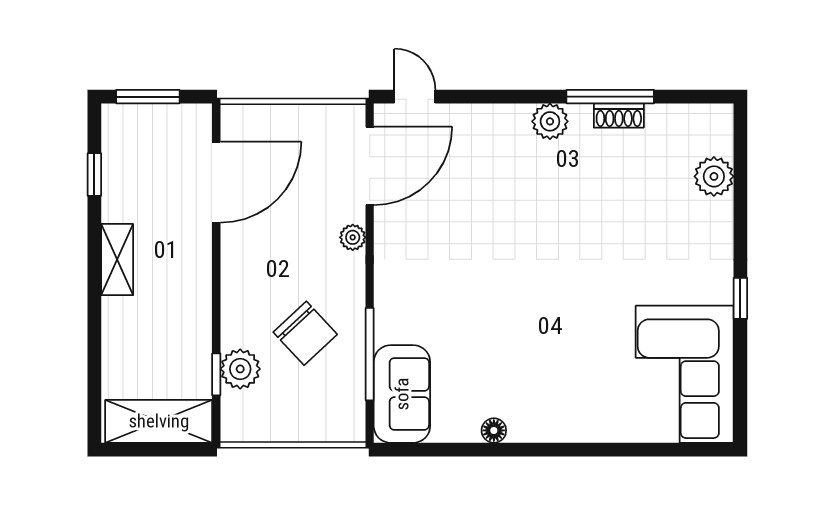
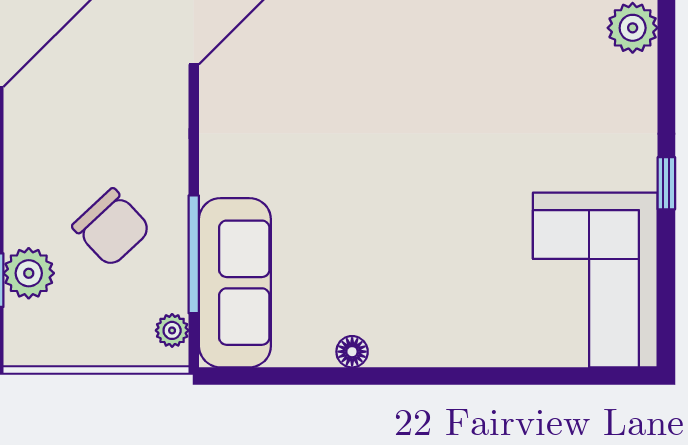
plant: (353, 237) -> (172, 330), moved
sofa: (402, 394) -> (235, 283), width x1.36

